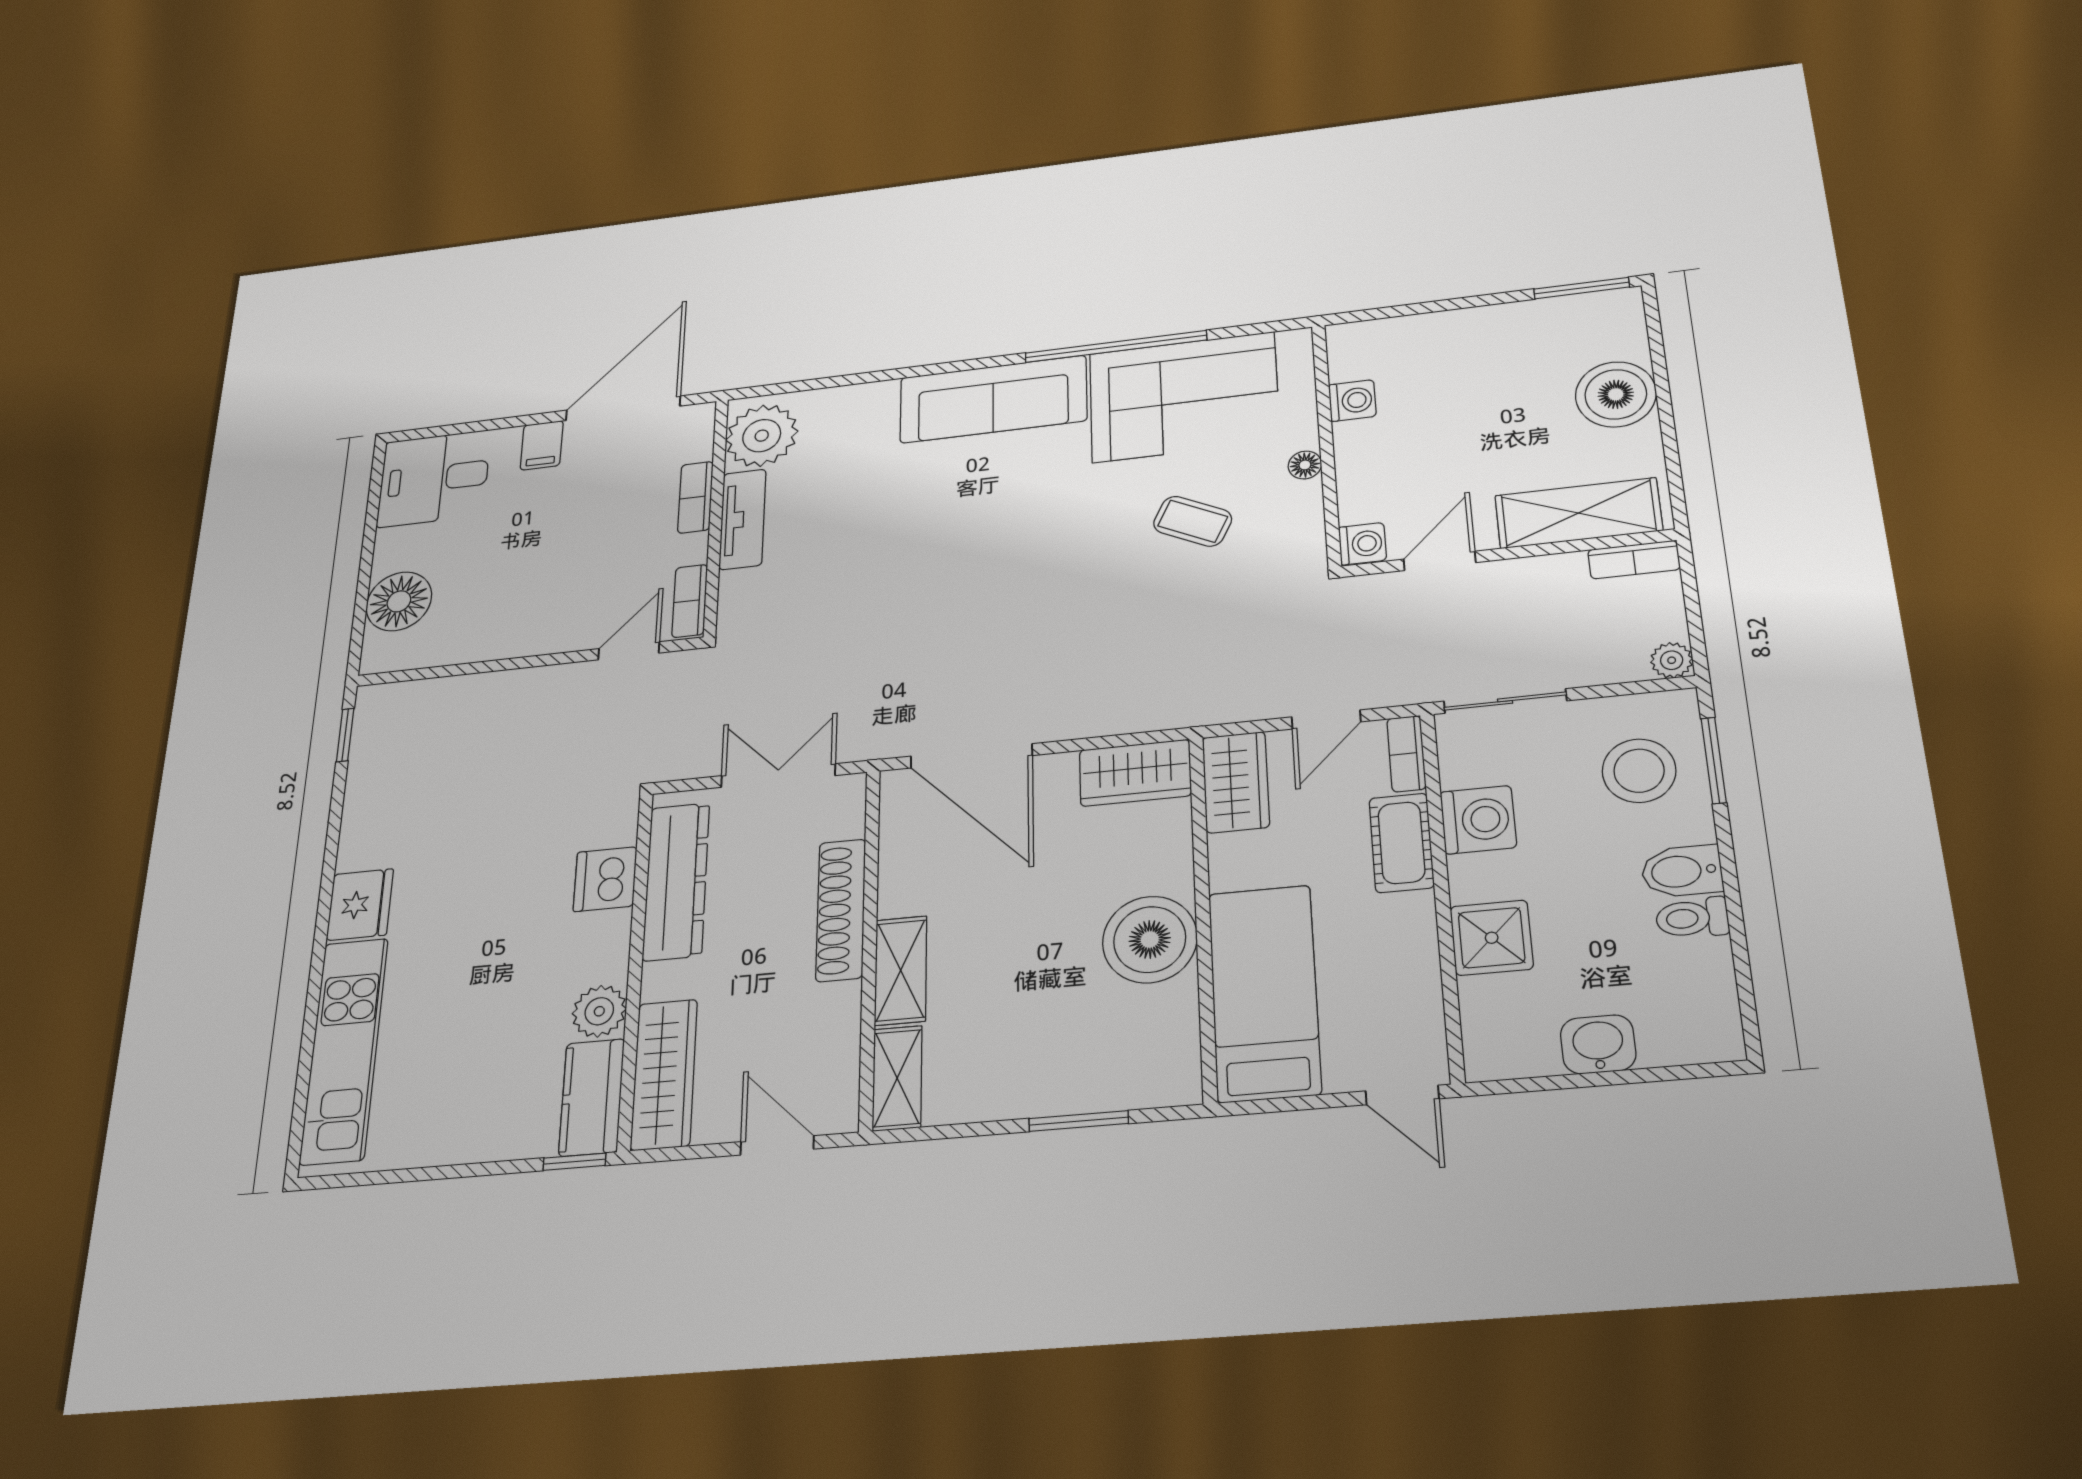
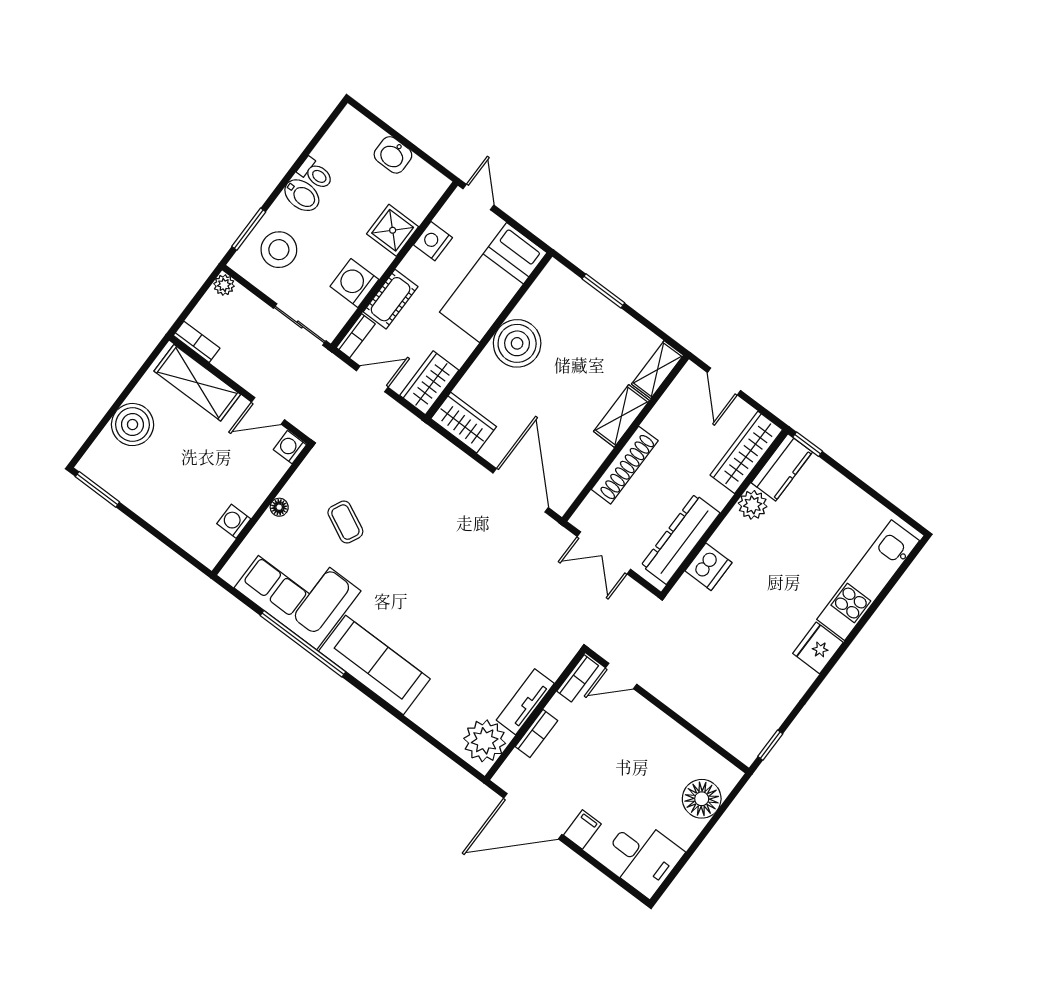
nightstand: (1414, 974) -> (433, 241), added

